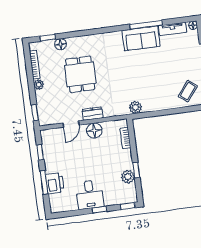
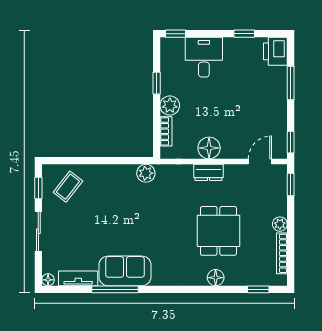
floor lamp: (61, 44) -> (216, 278), moved
door: (71, 124) -> (260, 162), moved
window: (40, 152) -> (291, 142), moved
plant: (128, 177) -> (170, 105), moved
printer: (55, 183) -> (275, 51), moved
desk: (90, 195) -> (204, 57), moved
window: (99, 210) -> (244, 34), moved

